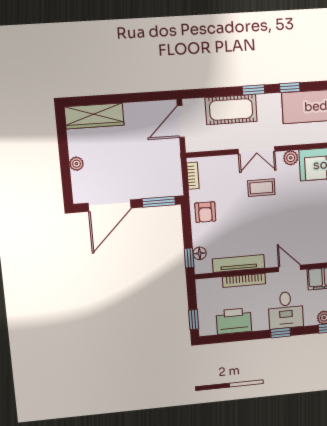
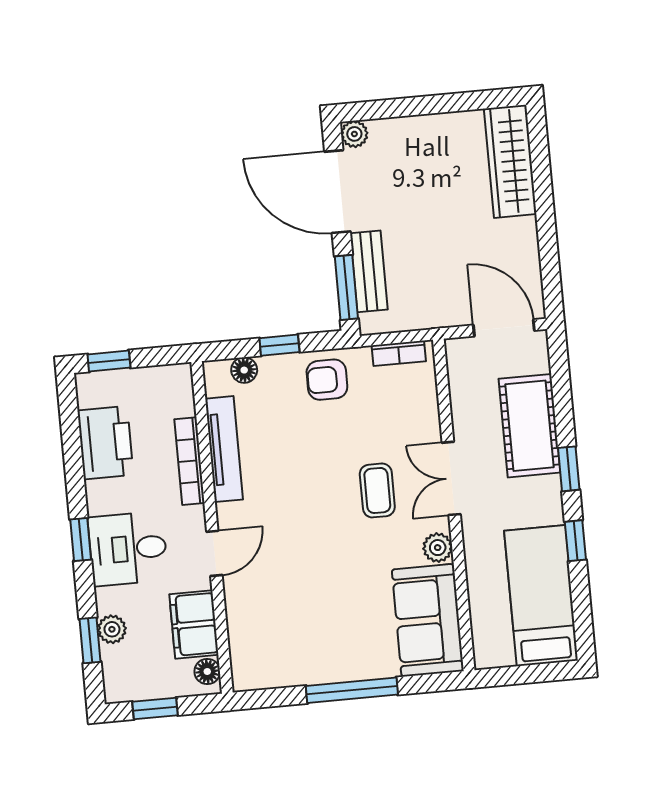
plant: (76, 164) -> (354, 134), moved
bench: (151, 190) -> (369, 271), added
window: (189, 258) -> (279, 345), moved

